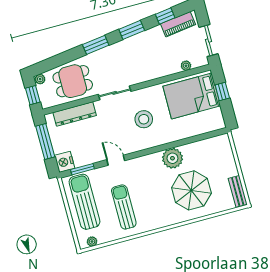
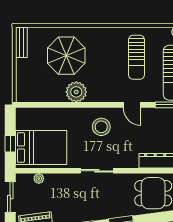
sliding door: (115, 93) -> (97, 171), moved
stool: (144, 119) -> (101, 127), moved

